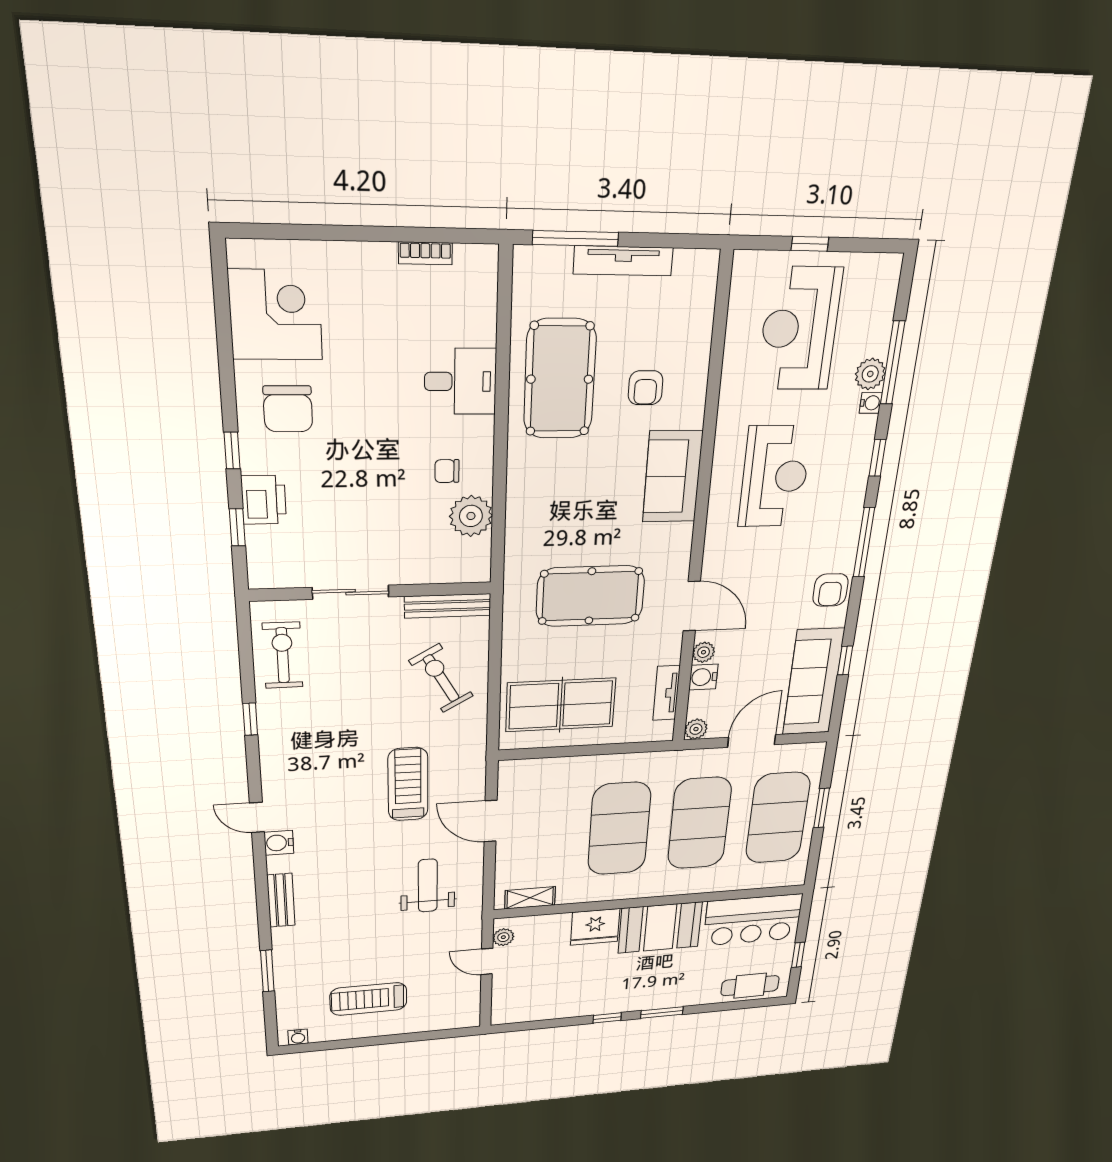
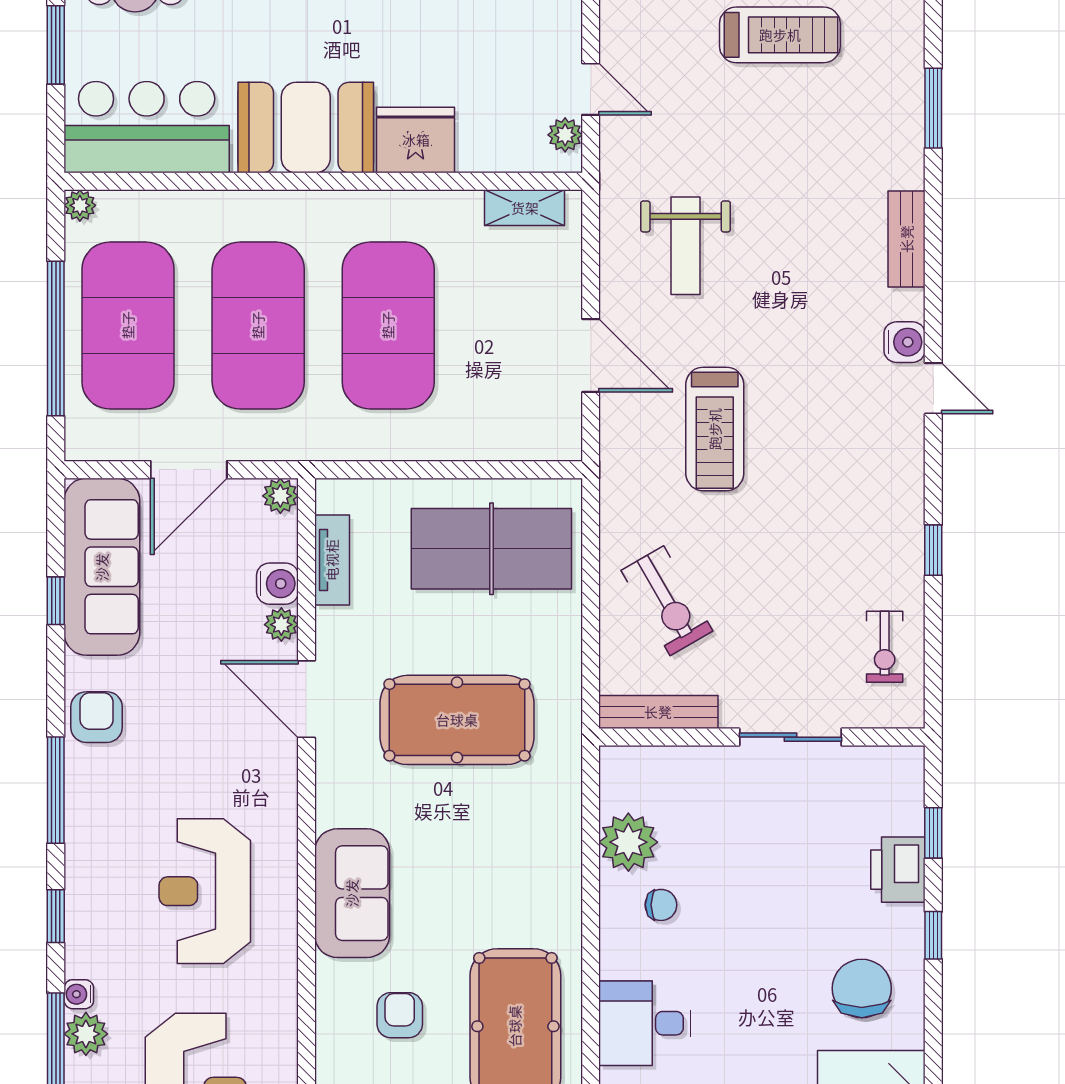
exercise bike: (283, 655) -> (885, 647), width x0.73, depth x0.72
window: (822, 808) -> (56, 339), width x2.11
plant: (797, 878) -> (80, 205), added
window: (798, 955) -> (56, 45), width x1.50

